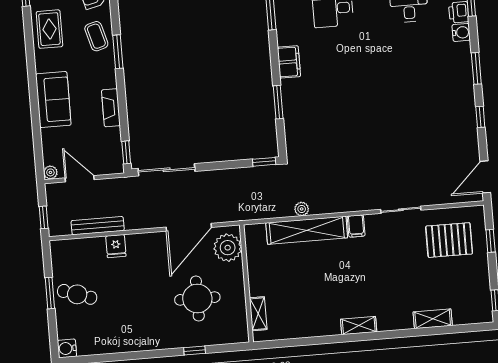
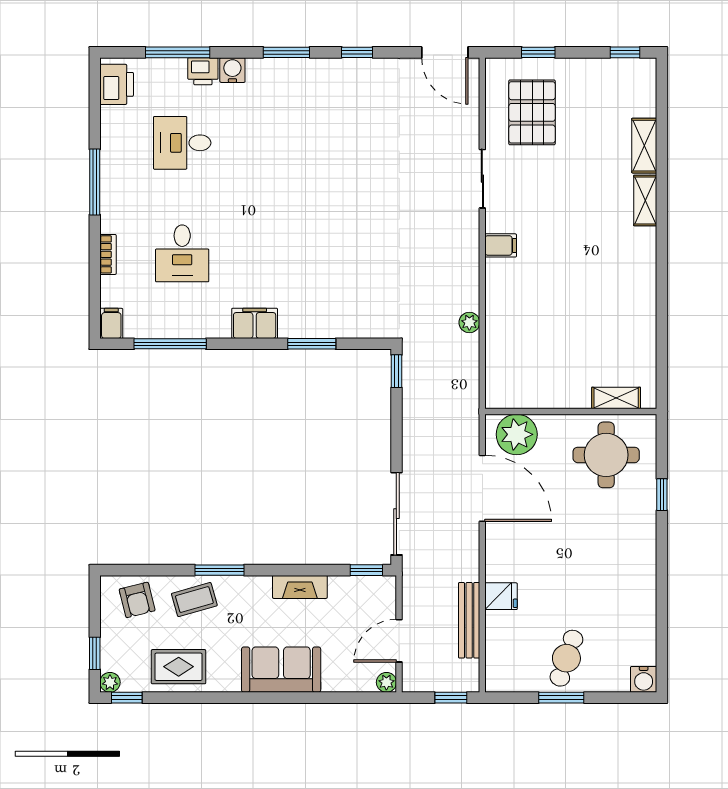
shelving: (307, 230) -> (501, 318), removed
round table: (197, 299) -> (606, 455), moved
shelving: (359, 326) -> (645, 201), moved

